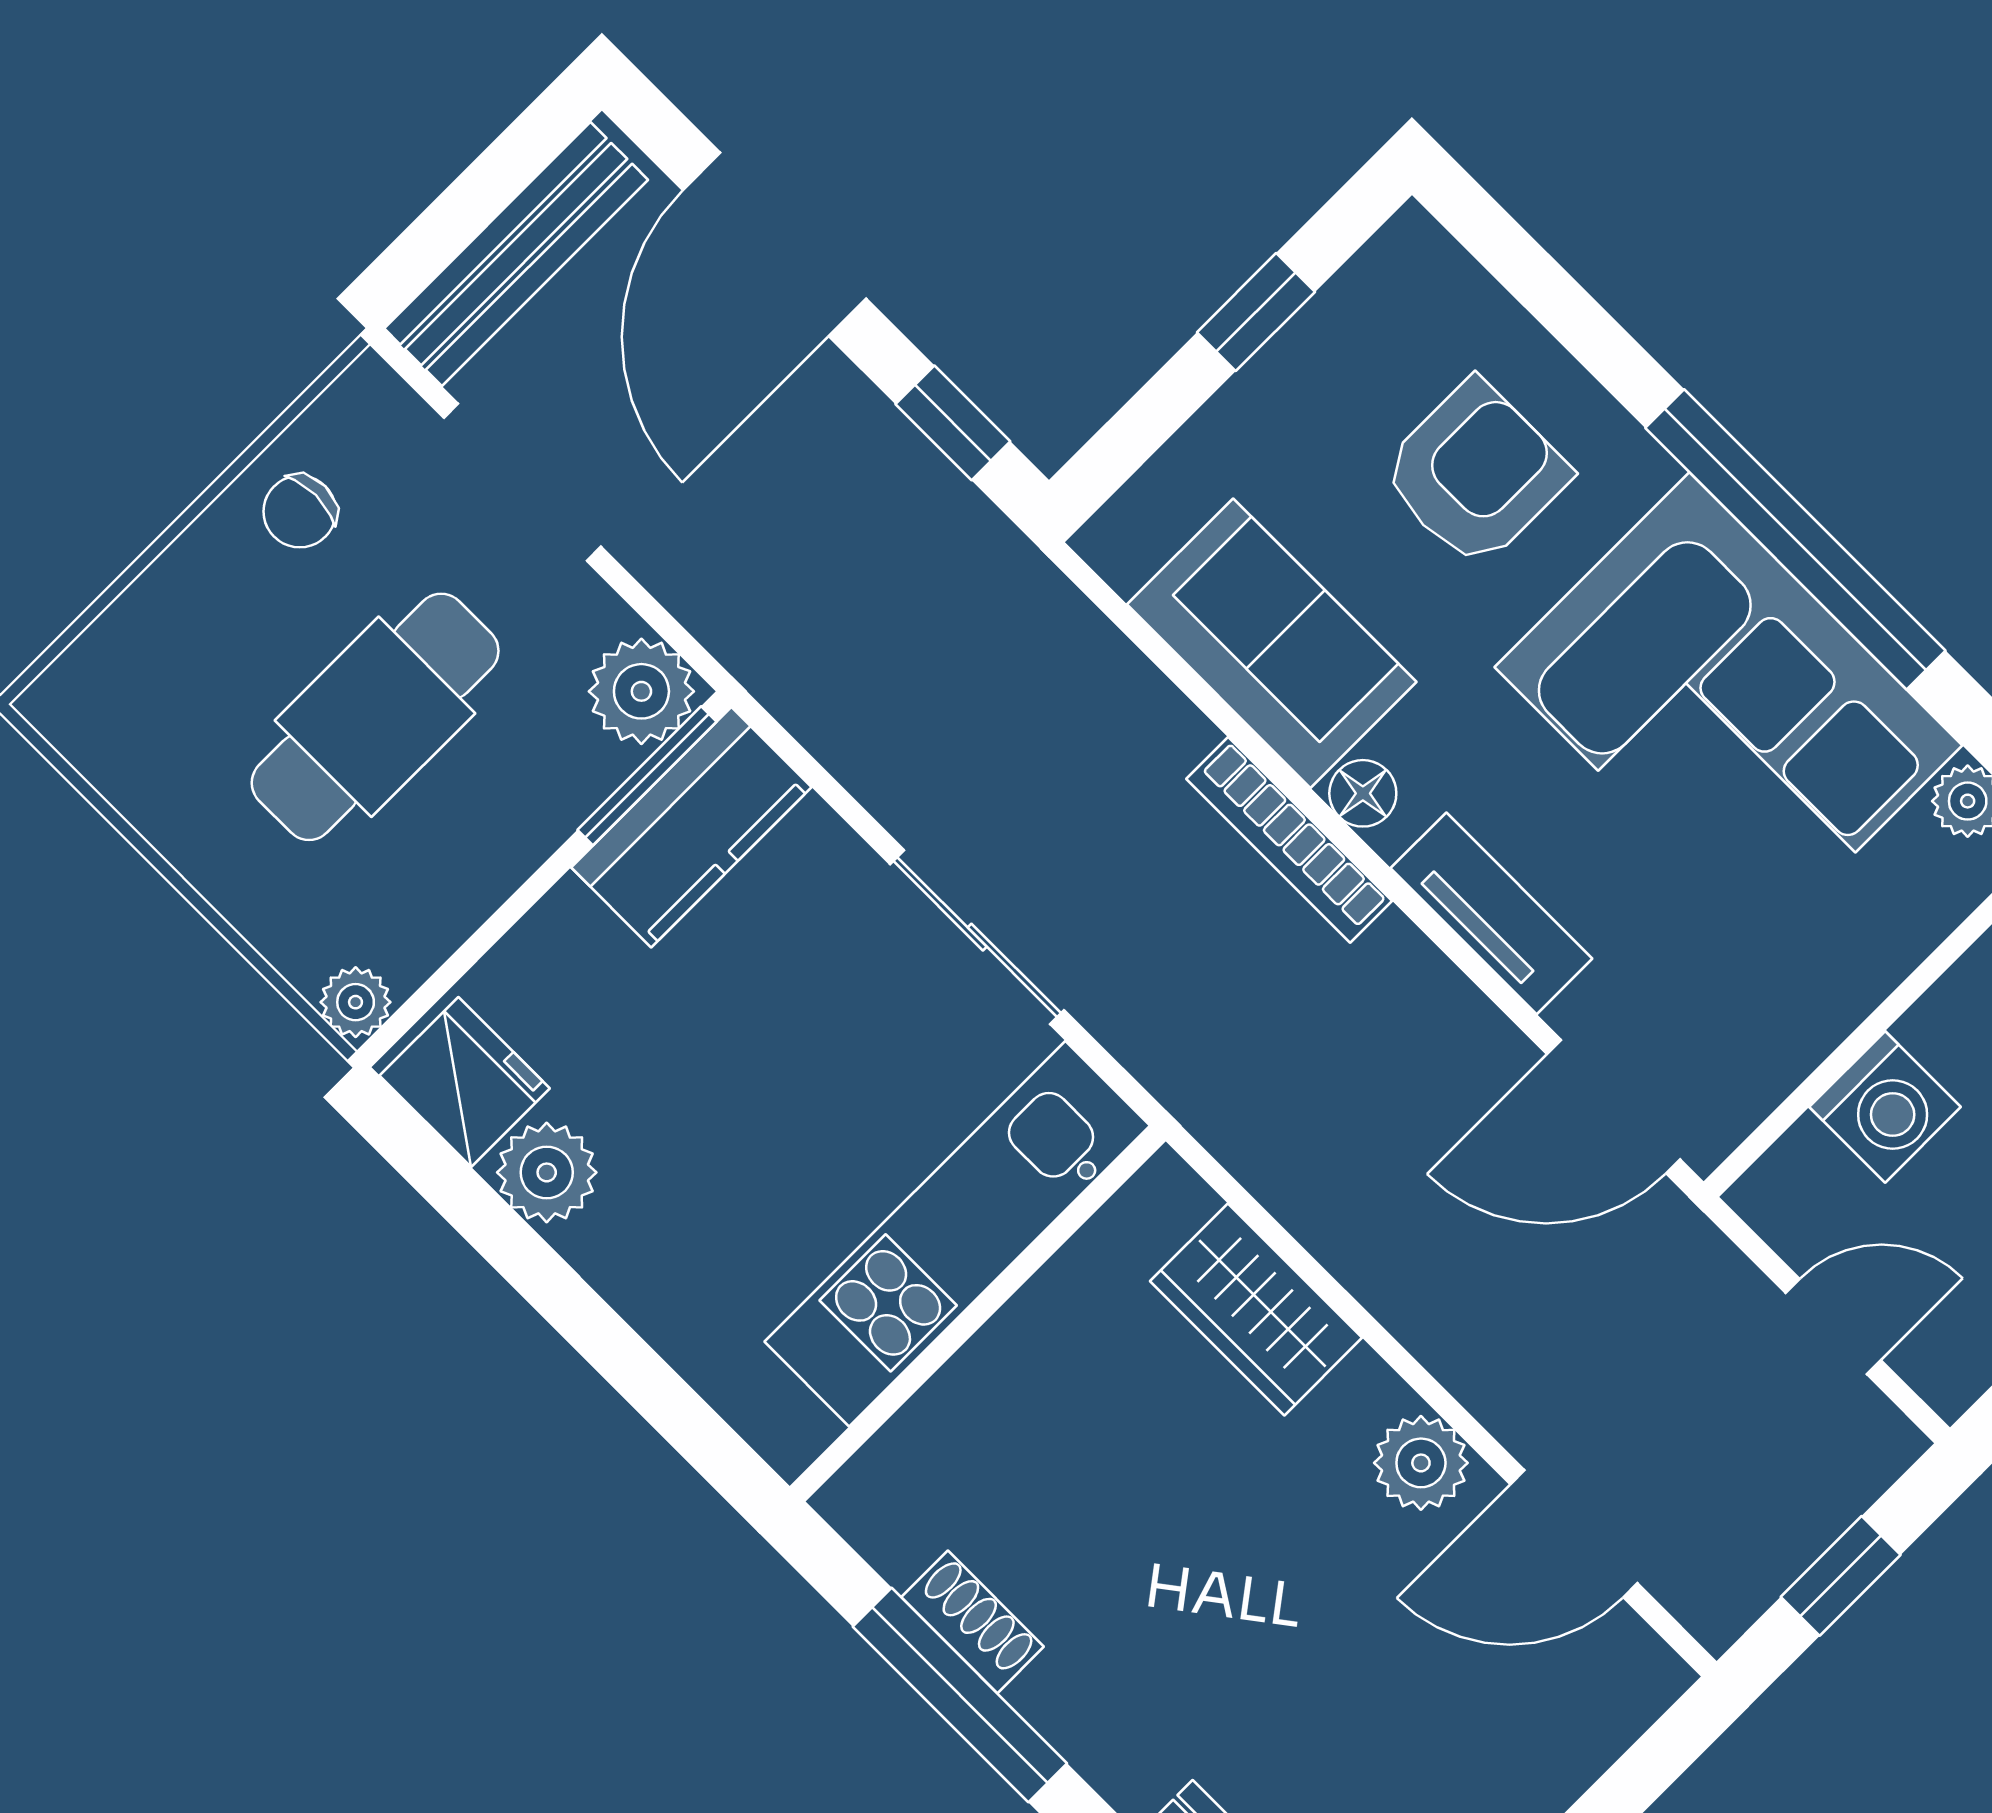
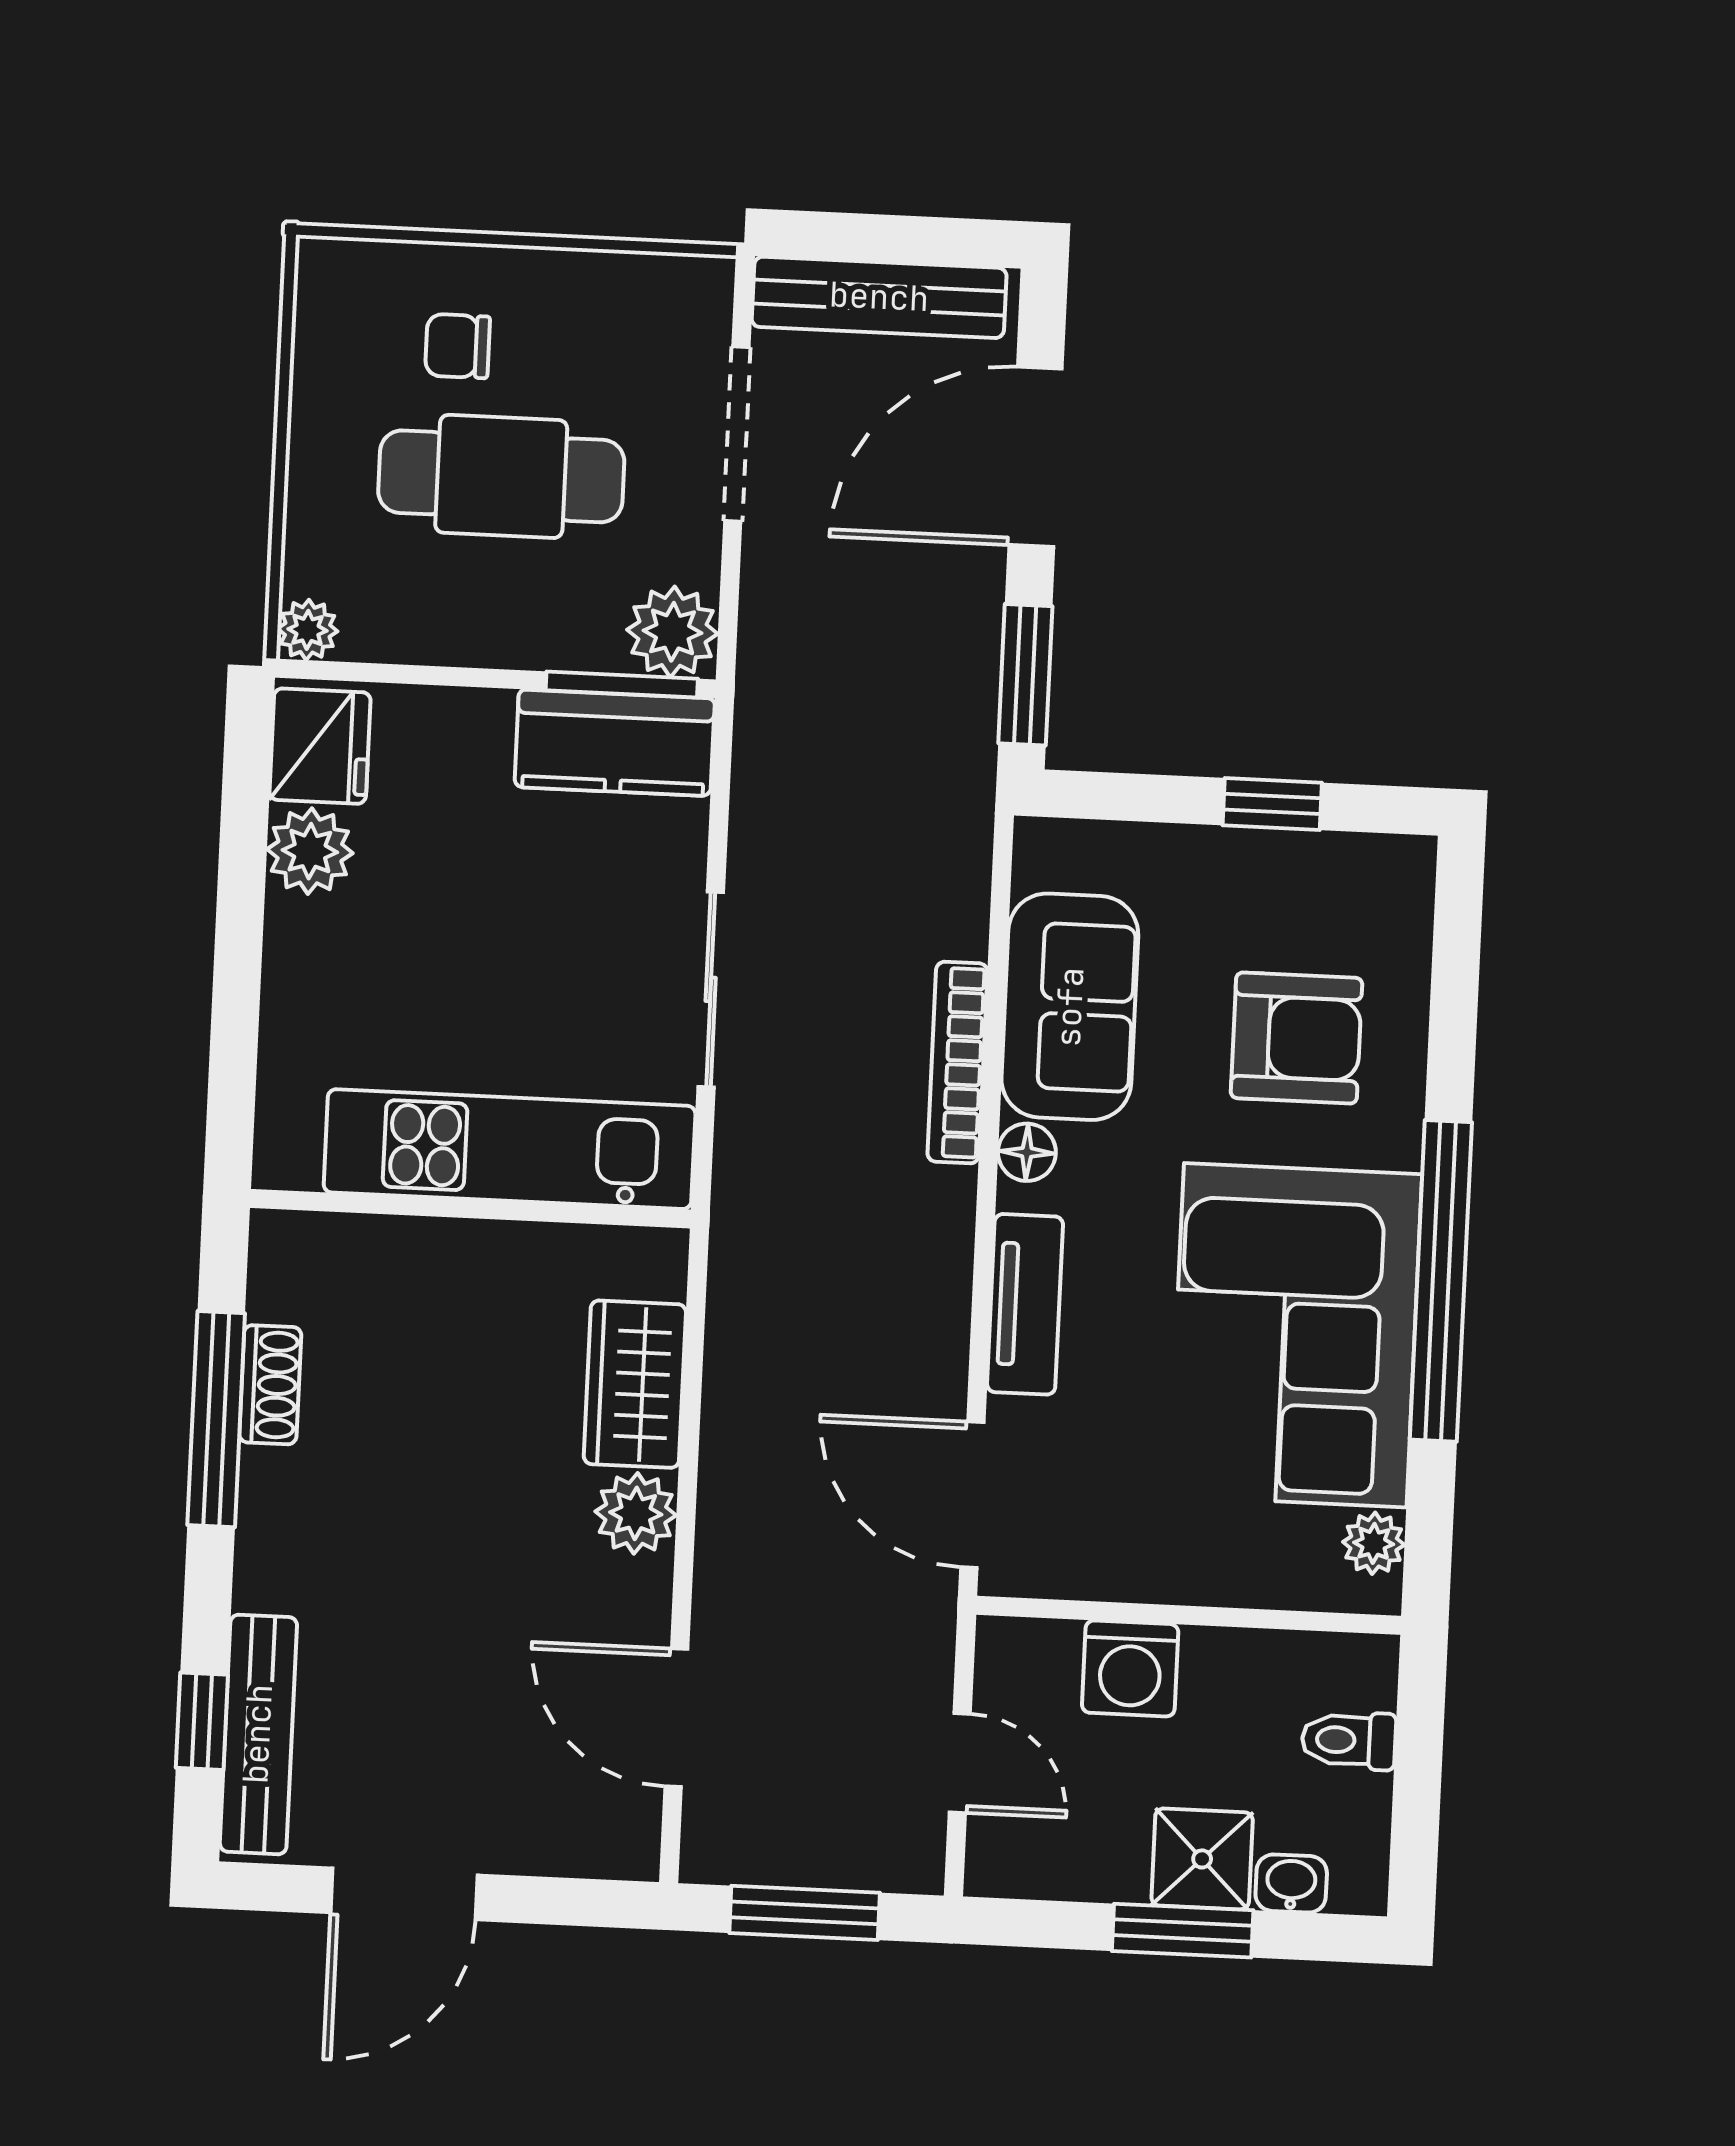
window: (953, 423) -> (1025, 675), width x1.50
chair: (300, 511) -> (458, 346), moved
bookcase: (1289, 840) -> (958, 1062), moved
plant: (1421, 1463) -> (636, 1513), moved
window: (1841, 1576) -> (805, 1913), width x1.50

